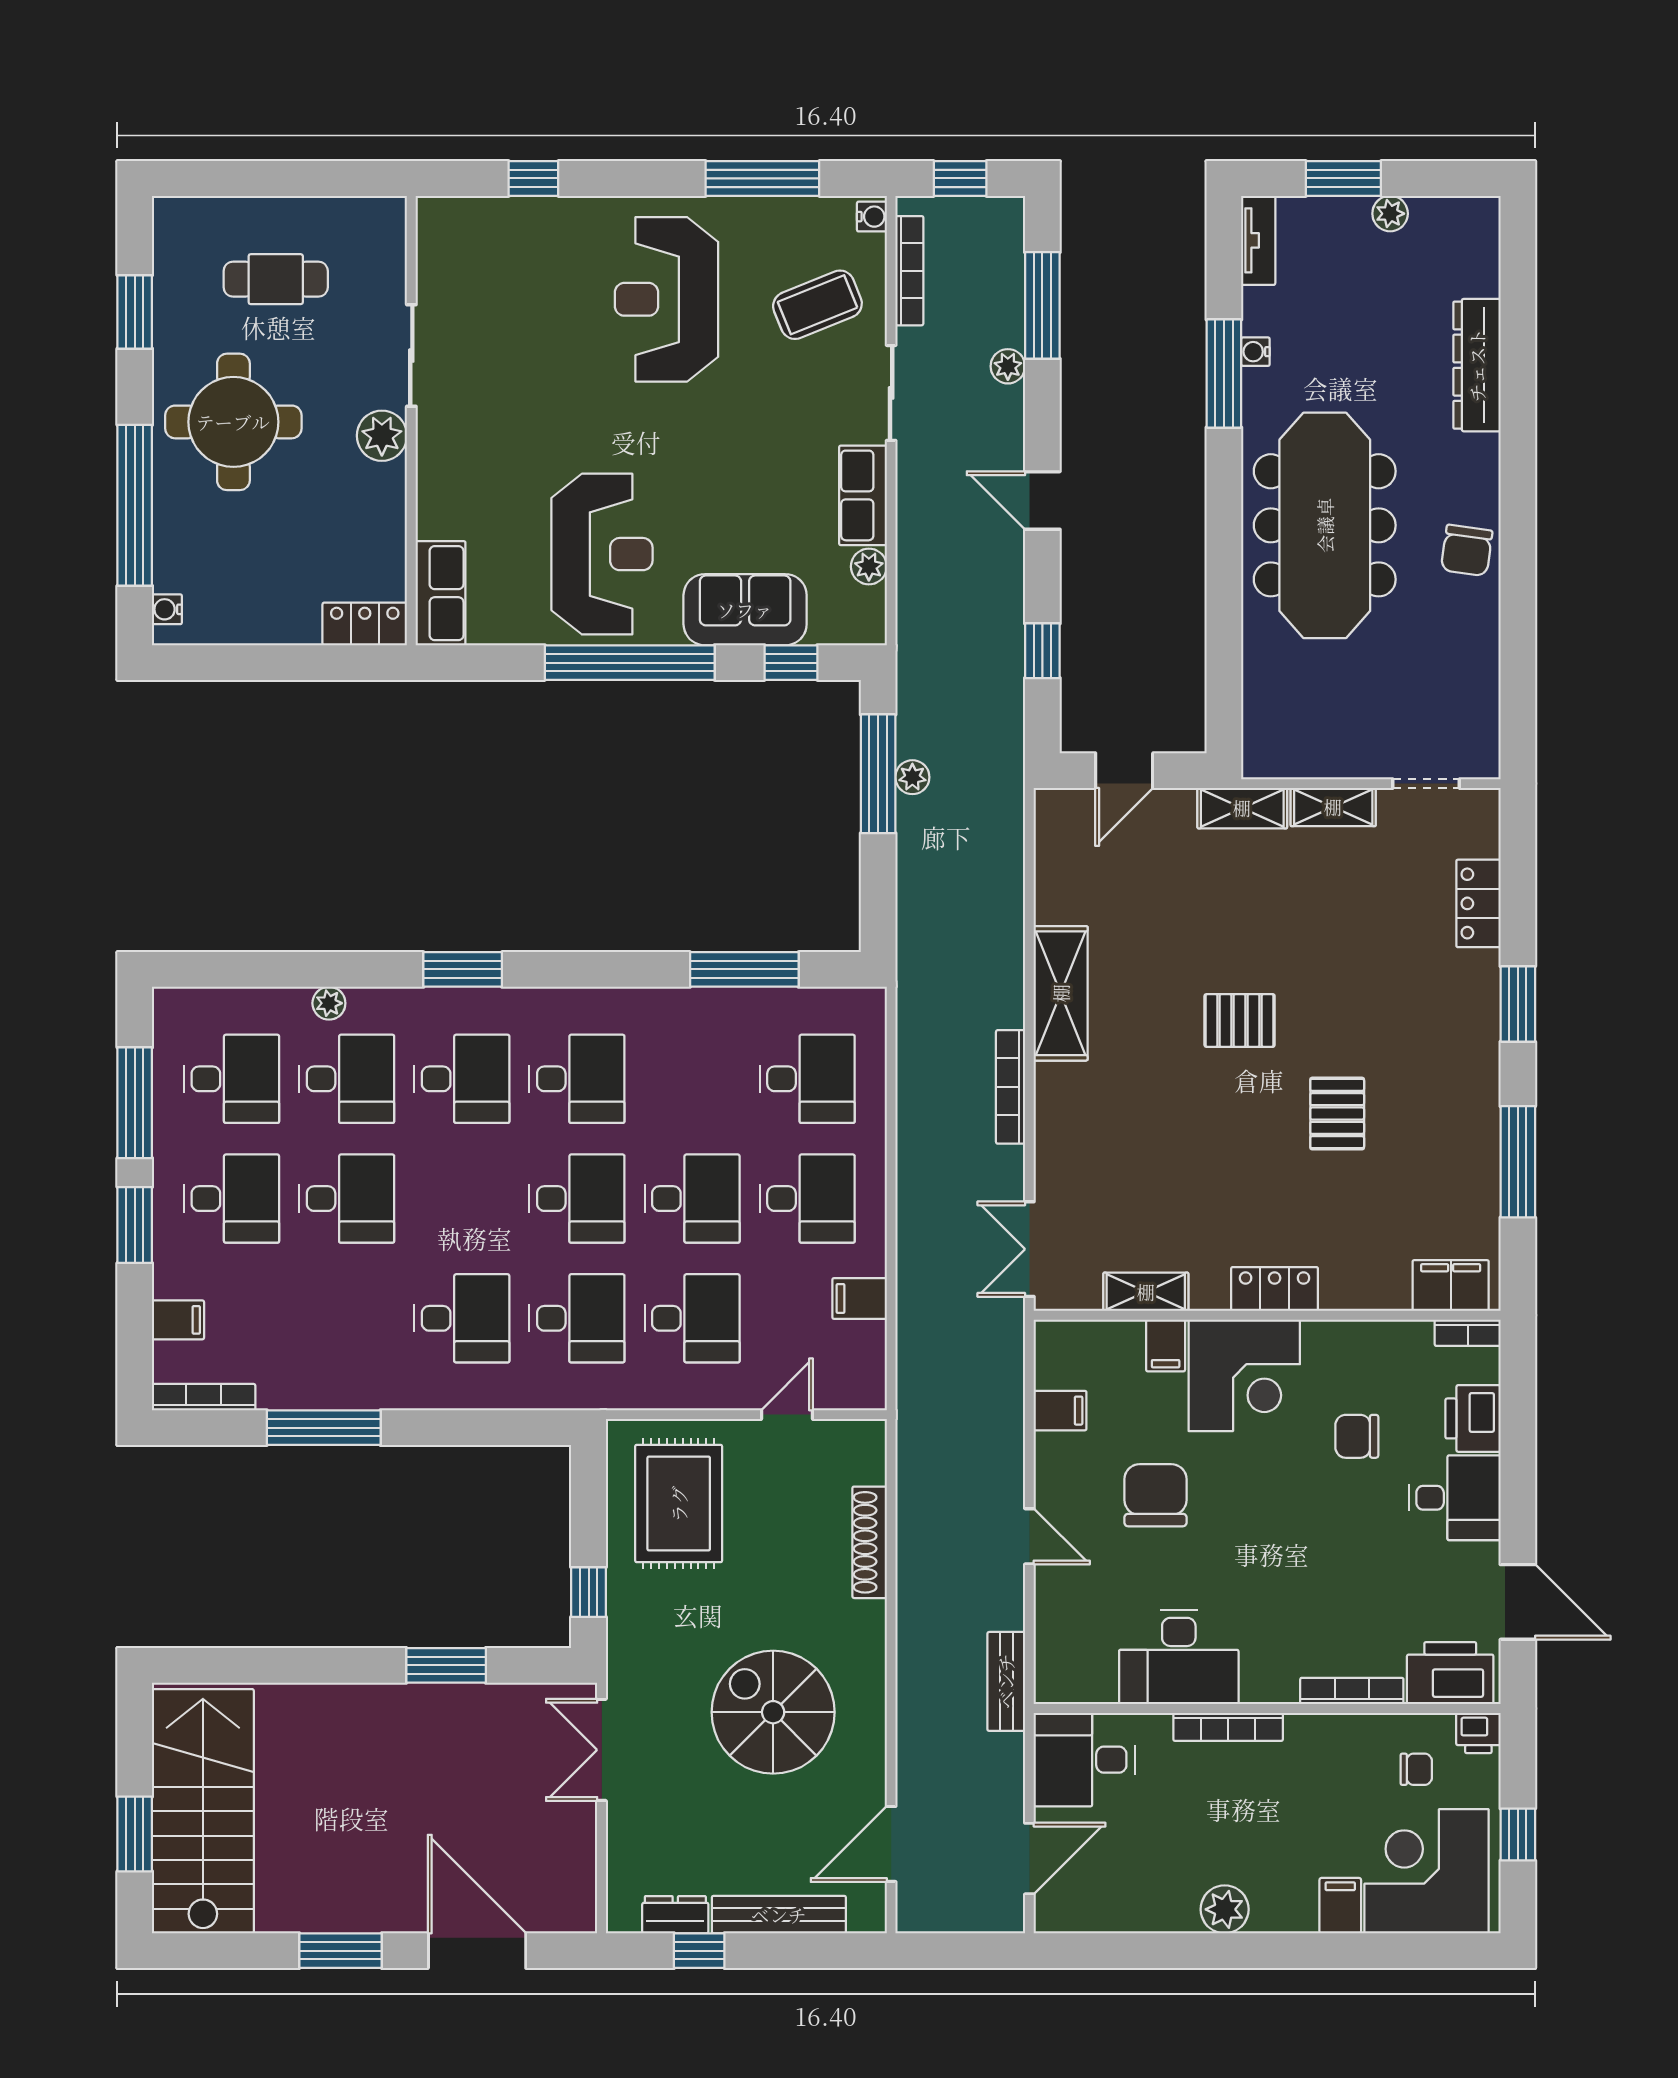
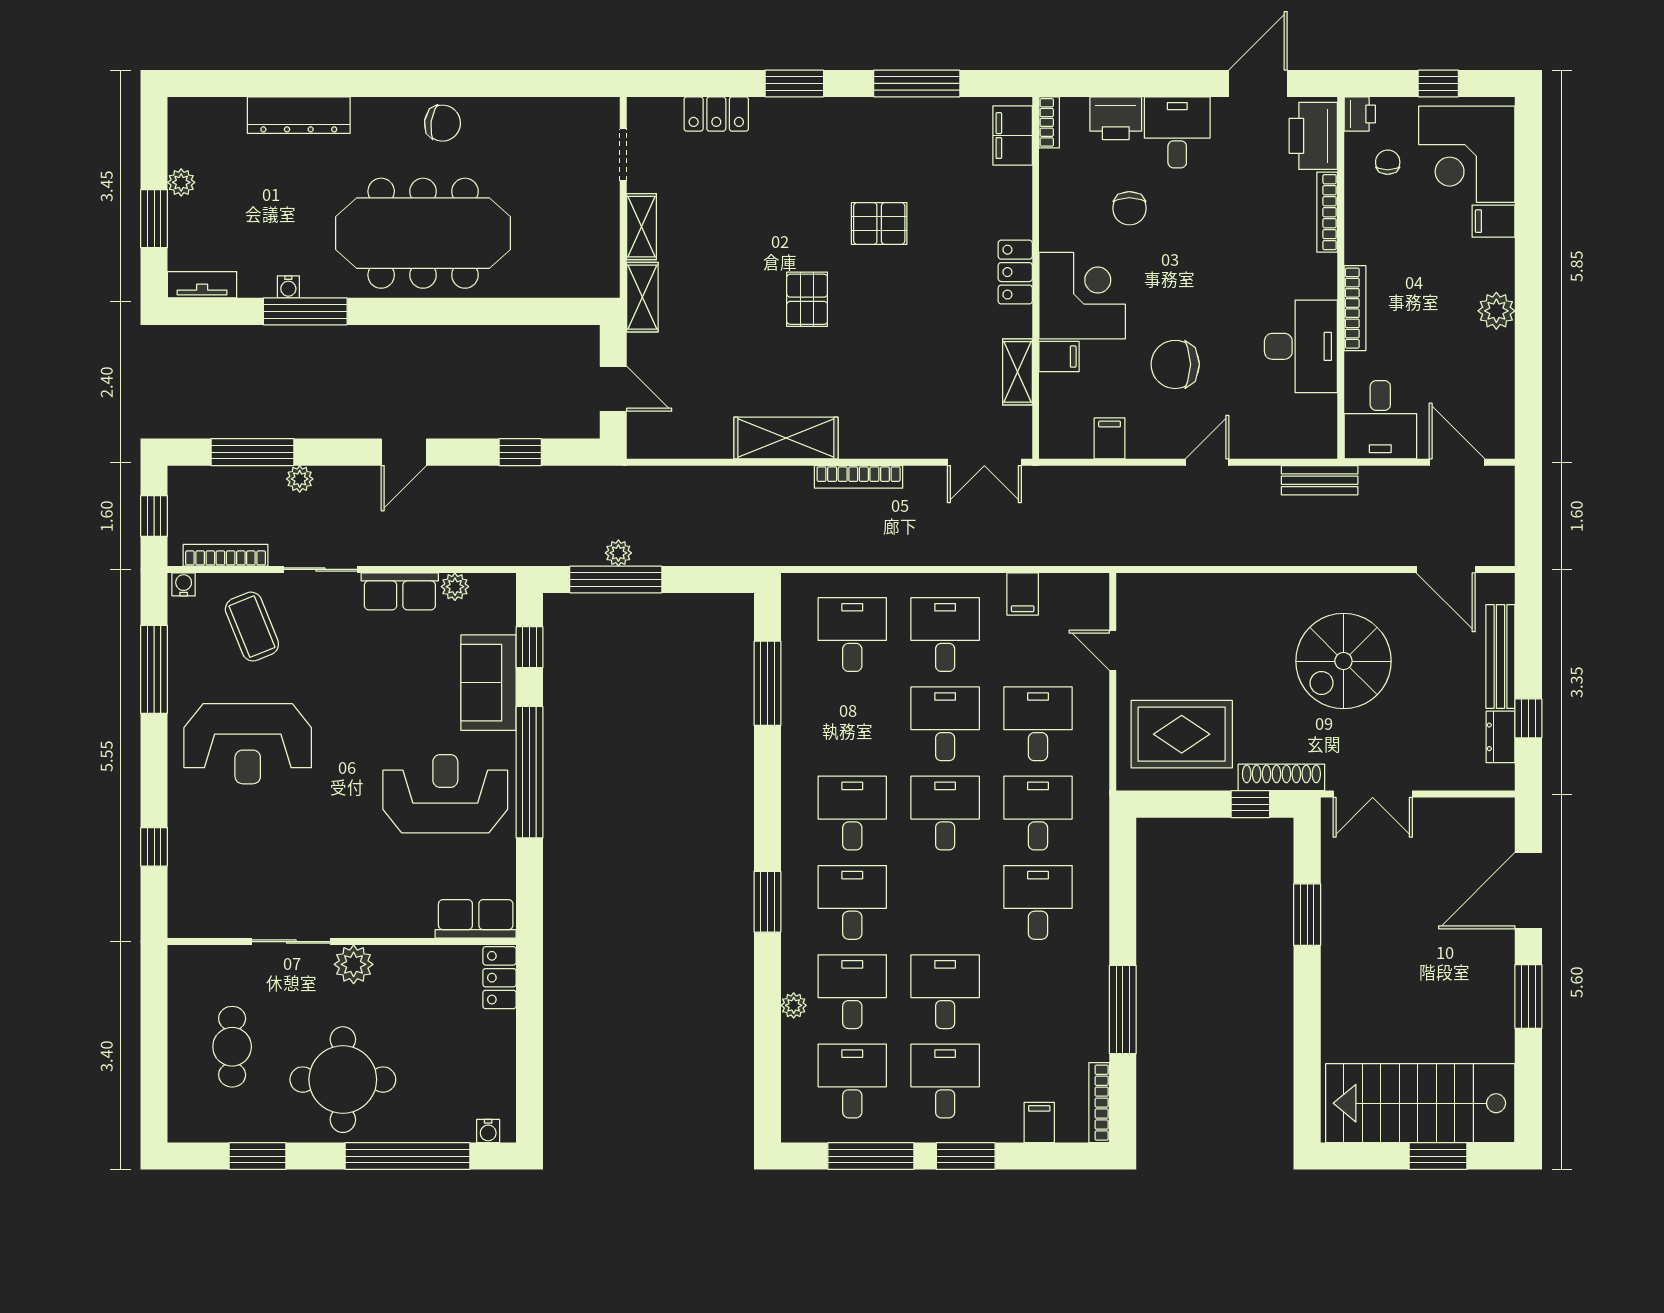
shoe rack: (870, 1542) -> (1281, 777), moved, turned 180

